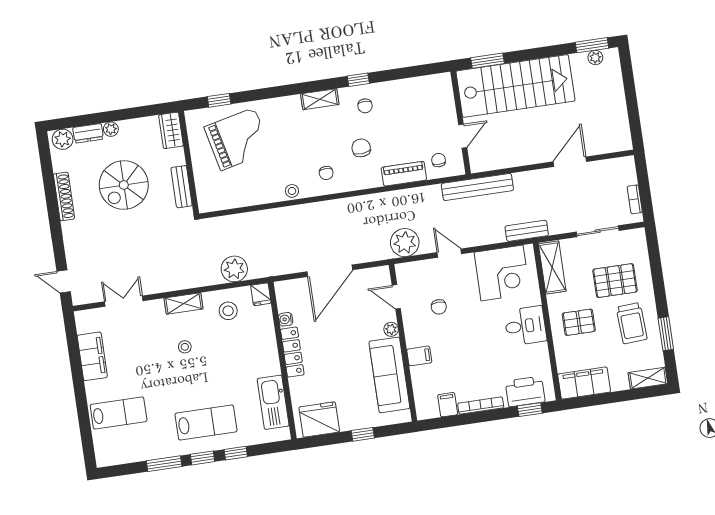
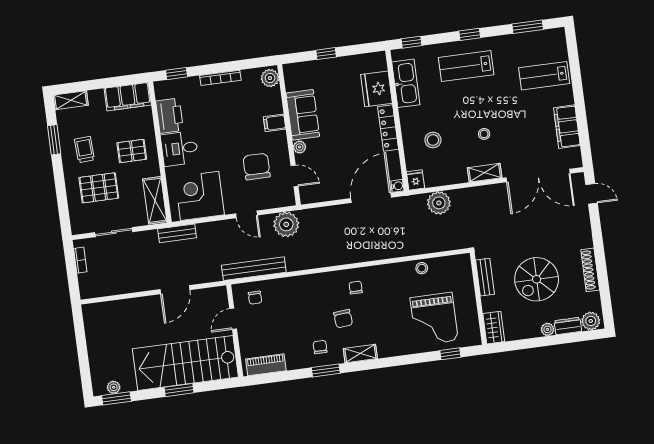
window: (488, 61) -> (179, 390), moved
window: (358, 80) -> (326, 370), width x1.50
grand piano: (238, 139) -> (434, 319), turned -77
chair: (361, 148) -> (343, 319), moved
door: (570, 162) -> (175, 290), moved
piano: (404, 174) -> (266, 365), moved, turned 180
spiral stairs: (124, 185) -> (537, 279), turned 180
bench: (477, 187) -> (254, 269), moved
stool: (292, 191) -> (422, 268), moved
door: (330, 271) -> (371, 198), moved
double door: (124, 301) -> (538, 176), width x1.87
chair: (439, 307) -> (257, 167), width x1.87, depth x1.87
stool: (228, 311) -> (433, 140), moved
water cooler: (286, 319) -> (397, 186), moved
trolley: (632, 323) -> (84, 150), width x0.73, depth x0.72
sofa: (389, 375) -> (303, 115), width x0.73
printer: (525, 391) -> (170, 116), moved, turned -90
filing cabinet: (448, 405) -> (250, 79), removed
plant: (425, 406) -> (270, 78), added
fridge: (319, 420) -> (376, 89), moved, turned 90
window: (236, 453) -> (411, 42), moved
window: (164, 464) -> (528, 27), moved

